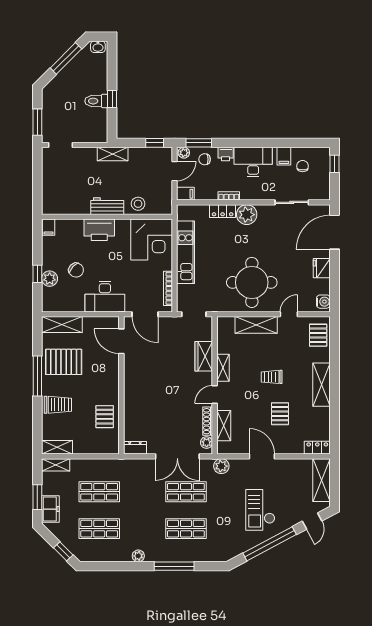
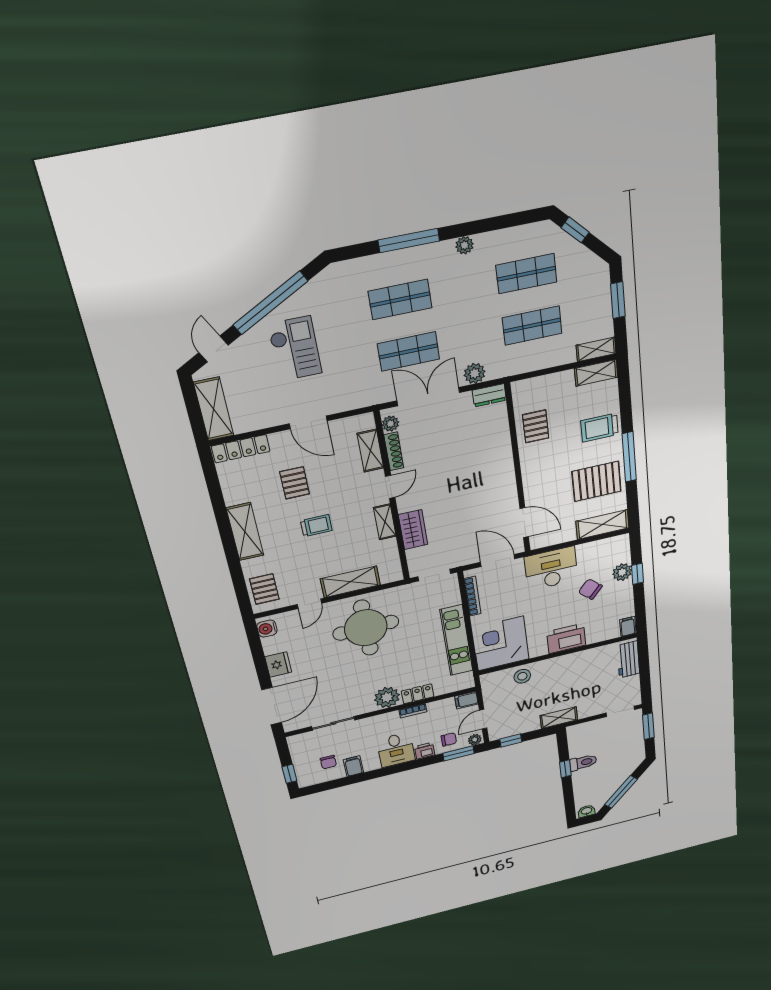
desk: (253, 162) -> (396, 750), width x0.73
workbench: (107, 206) -> (628, 659), moved, turned 90
locker: (317, 448) -> (241, 449), width x1.53
plant: (221, 466) -> (475, 373), moved
freezer: (50, 509) -> (598, 287), removed

